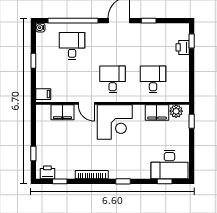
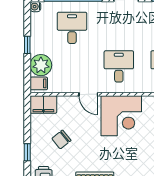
plant: (45, 78) -> (41, 65), added
filing cabinet: (62, 112) -> (43, 105), moved
chair: (63, 143) -> (61, 140), added

